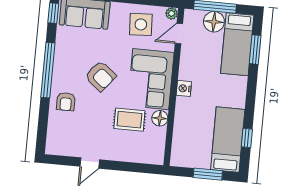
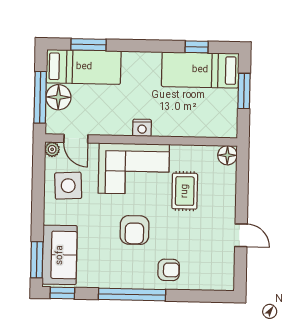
armchair: (101, 76) -> (135, 230), turned 141
floor lamp: (160, 118) -> (227, 155), moved

